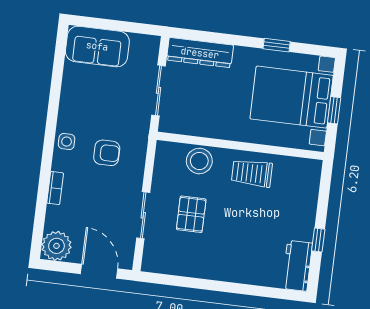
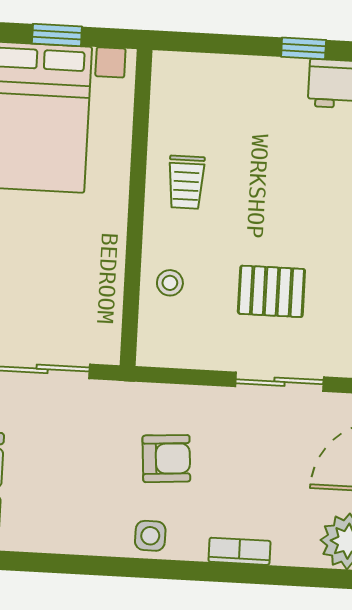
armchair: (107, 153) -> (166, 459), turned 86
stool: (199, 161) -> (170, 283), width x0.53, depth x0.53
trolley: (252, 173) -> (186, 182), width x0.73, depth x0.72

